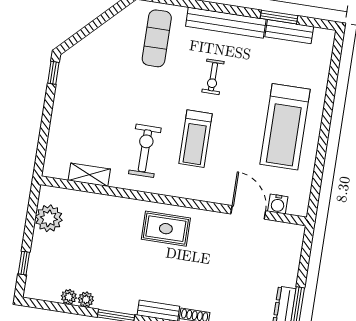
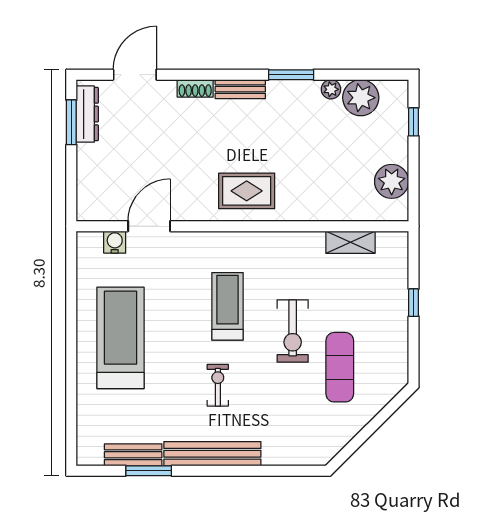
exercise mat: (157, 38) -> (340, 367), moved
window: (53, 73) -> (414, 303), moved
exercise bike: (145, 151) -> (293, 331), moved
door: (248, 212) -> (149, 226), swing flipped
plant: (69, 297) -> (361, 98), width x1.88, depth x1.88

